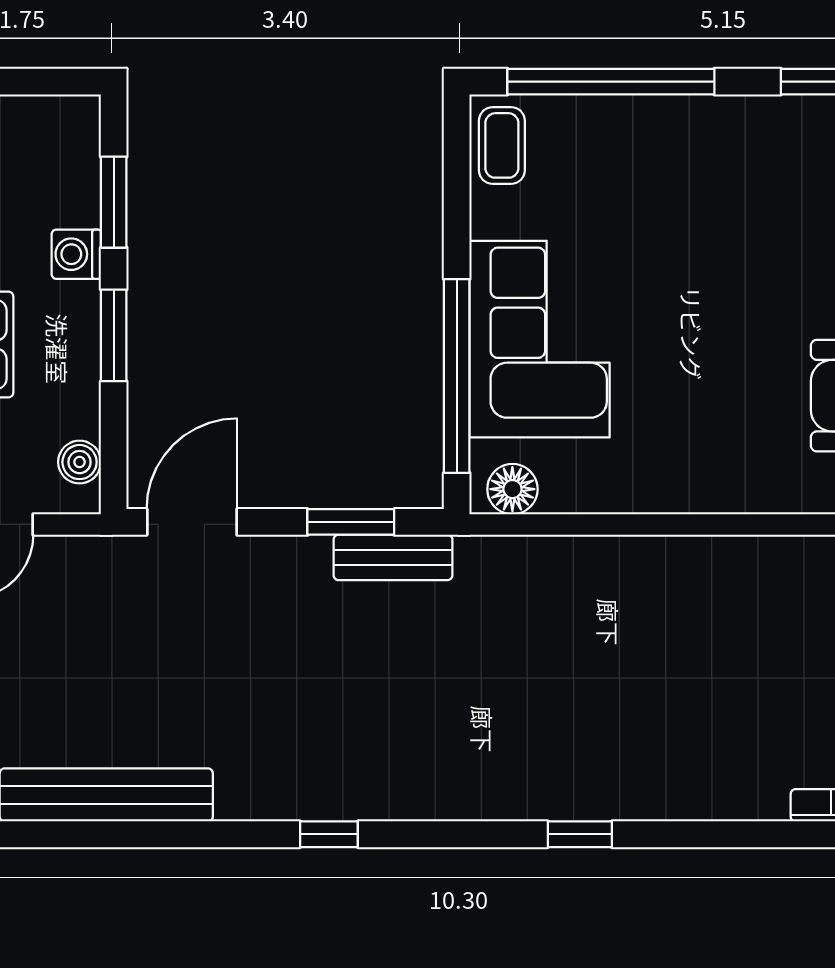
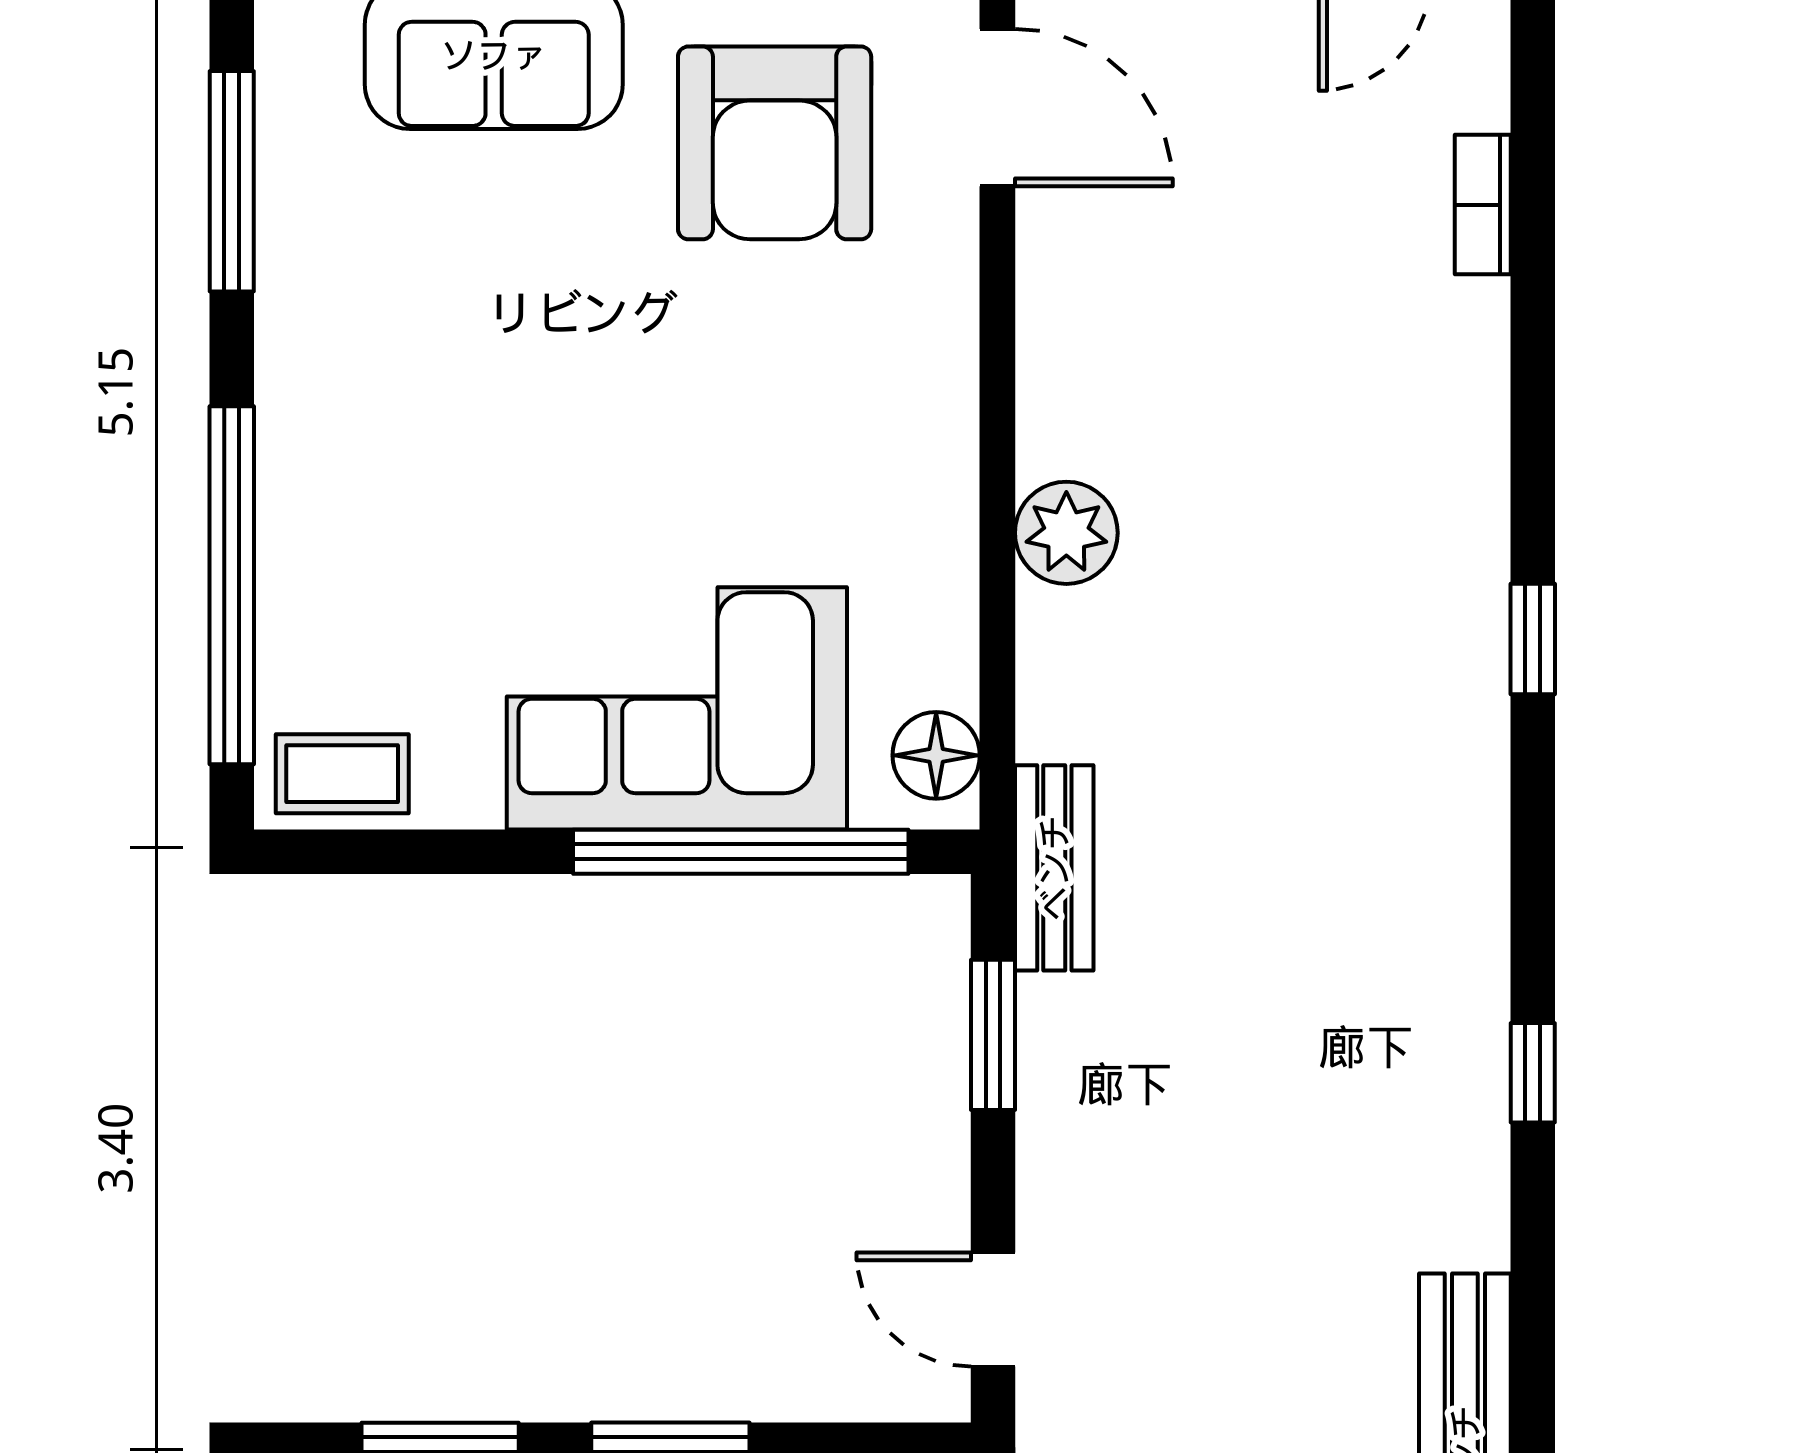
door: (192, 522) -> (993, 1310), width x0.73
bench: (393, 557) -> (1054, 868), moved
plant: (641, 564) -> (1066, 533), added

